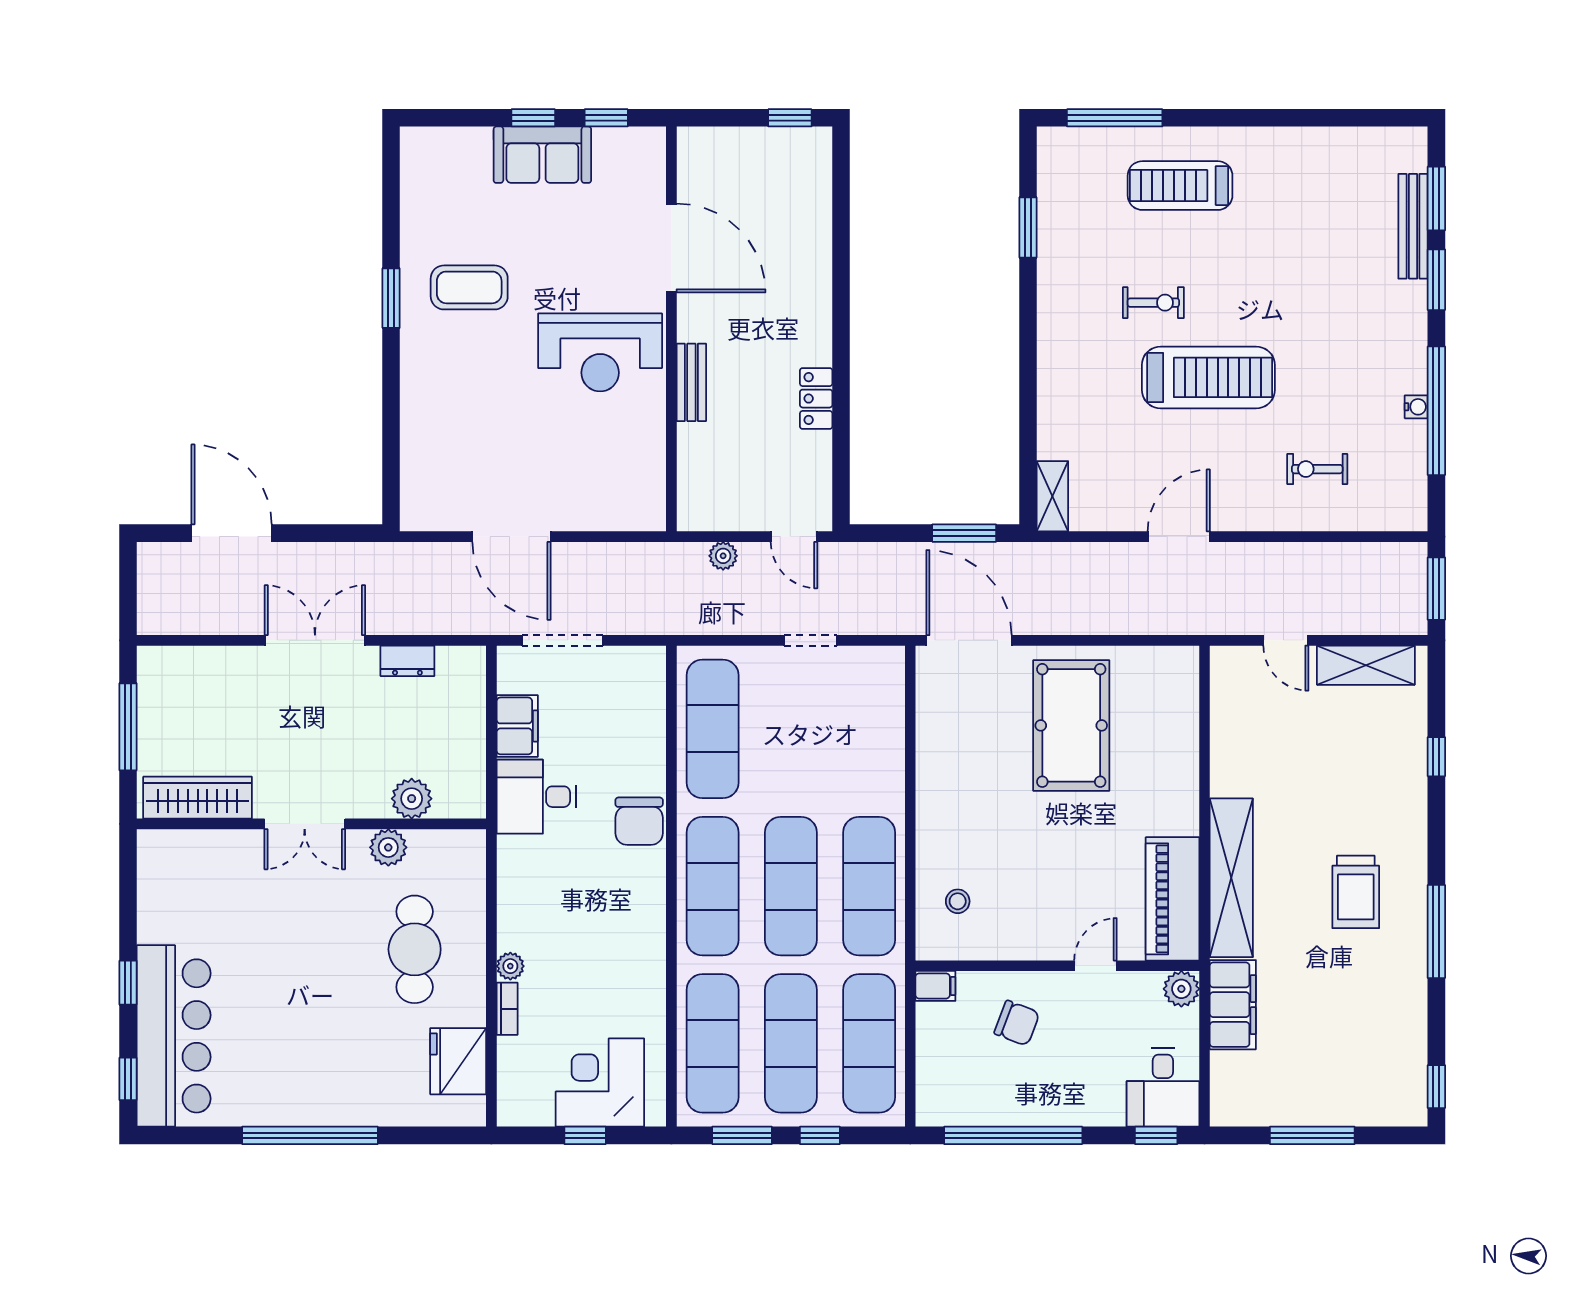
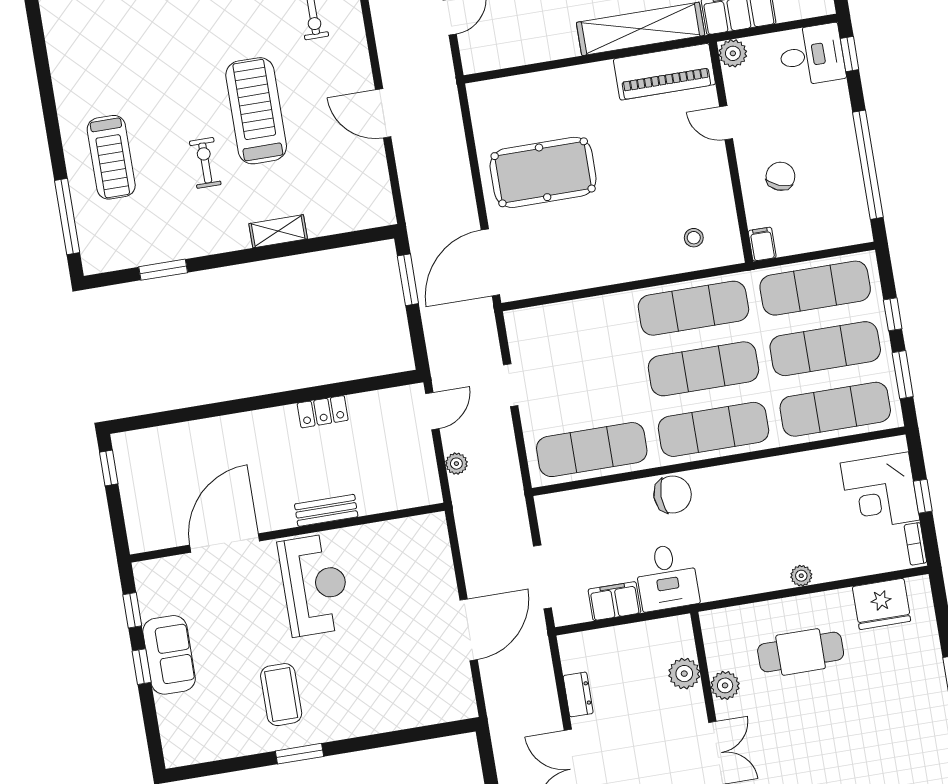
shelving: (1052, 496) -> (278, 231), moved
bookcase: (507, 1009) -> (915, 544), moved, turned -90

